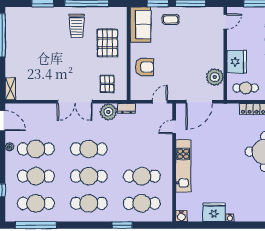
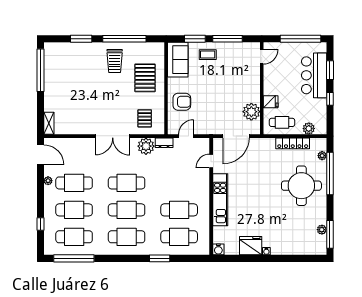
fridge: (237, 62) -> (271, 102), width x0.53, depth x0.75
door: (160, 102) -> (186, 136), moved

